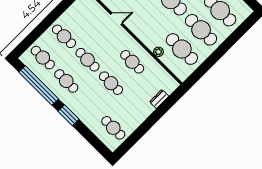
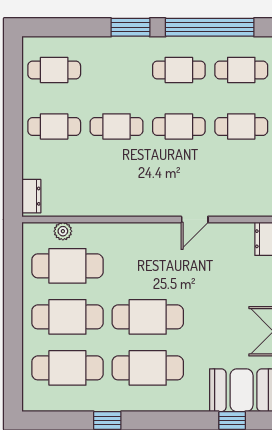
plant: (158, 52) -> (63, 231), moved
cafe table: (132, 62) -> (54, 126), moved
dresser: (159, 99) -> (31, 196), moved

